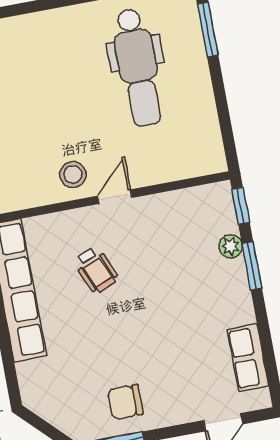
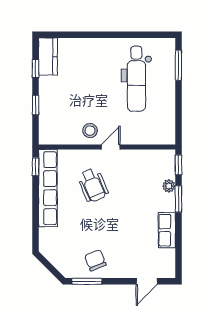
wheelchair: (96, 270) -> (93, 185), width x1.36, depth x1.37
row of seats: (248, 358) -> (167, 230), moved
chair: (125, 402) -> (95, 260), turned 68

